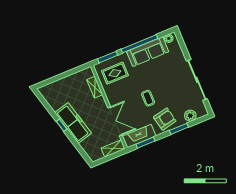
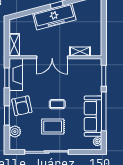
rug: (115, 73) -> (53, 127), moved, turned 90
coffee table: (148, 98) -> (57, 104), moved
double door: (115, 121) -> (52, 57), moved

